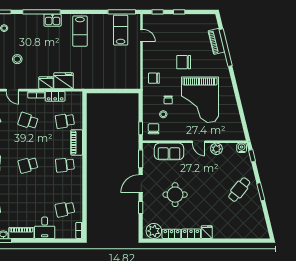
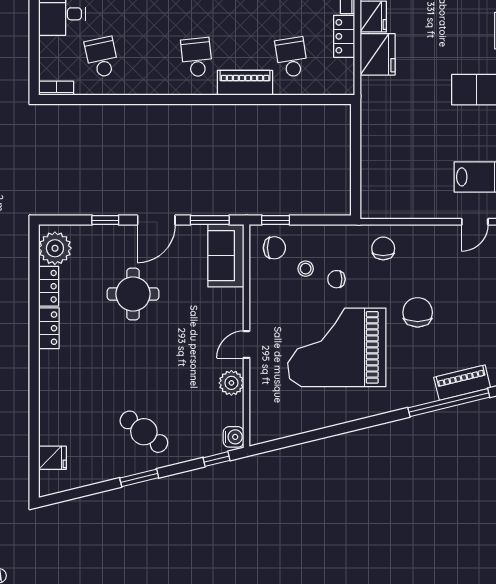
sofa: (169, 151) -> (226, 256), moved
door: (141, 184) -> (156, 220), swing flipped
fridge: (207, 232) -> (52, 458), moved

